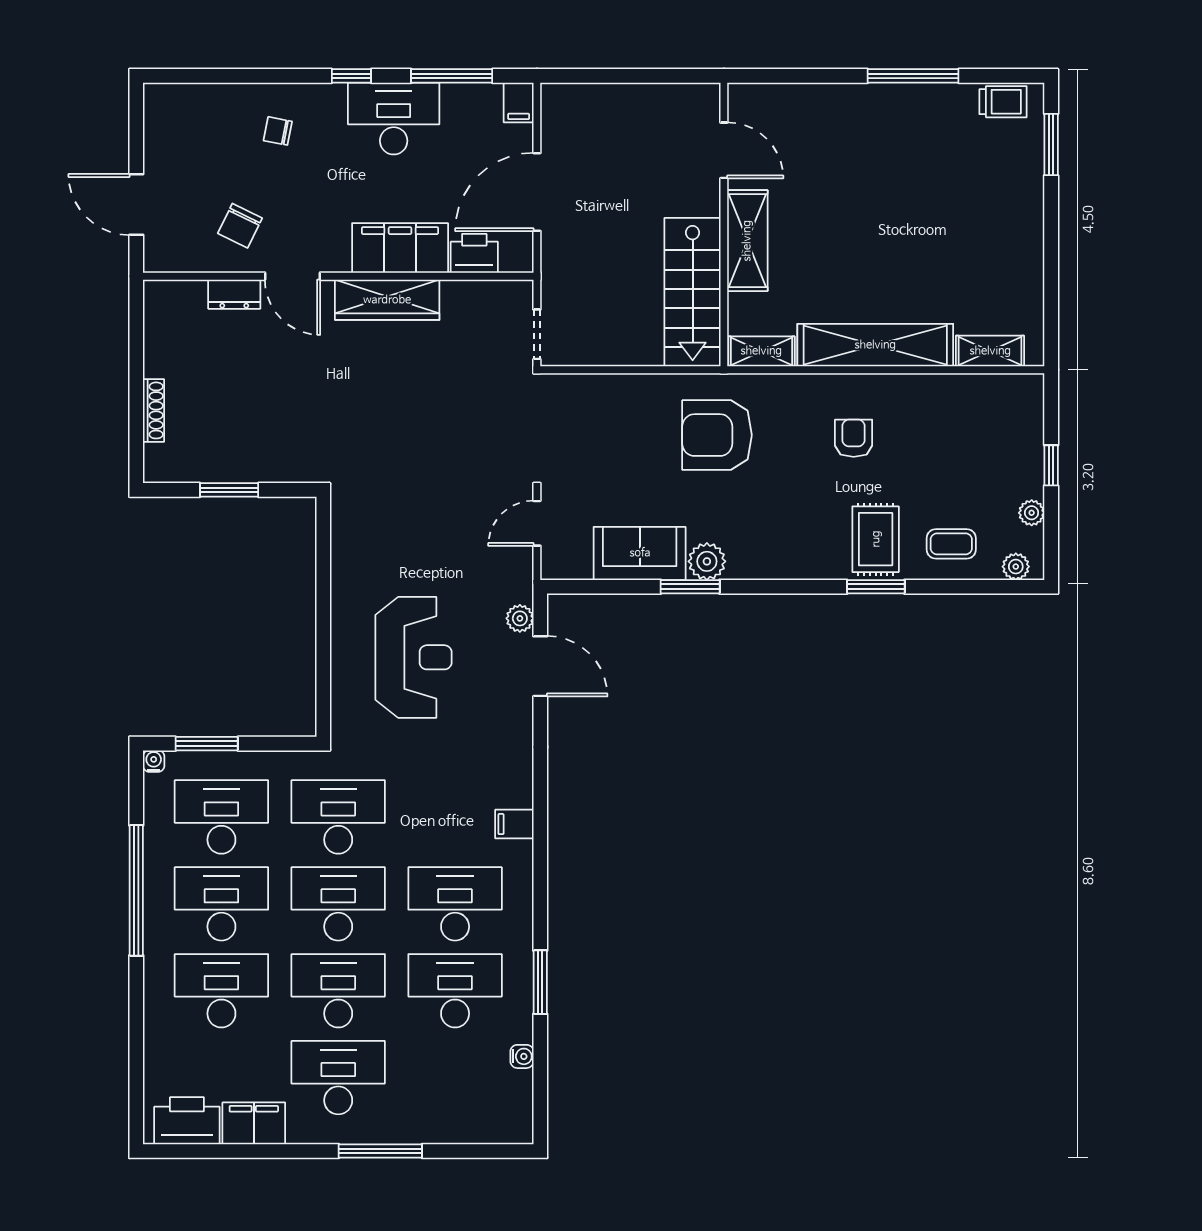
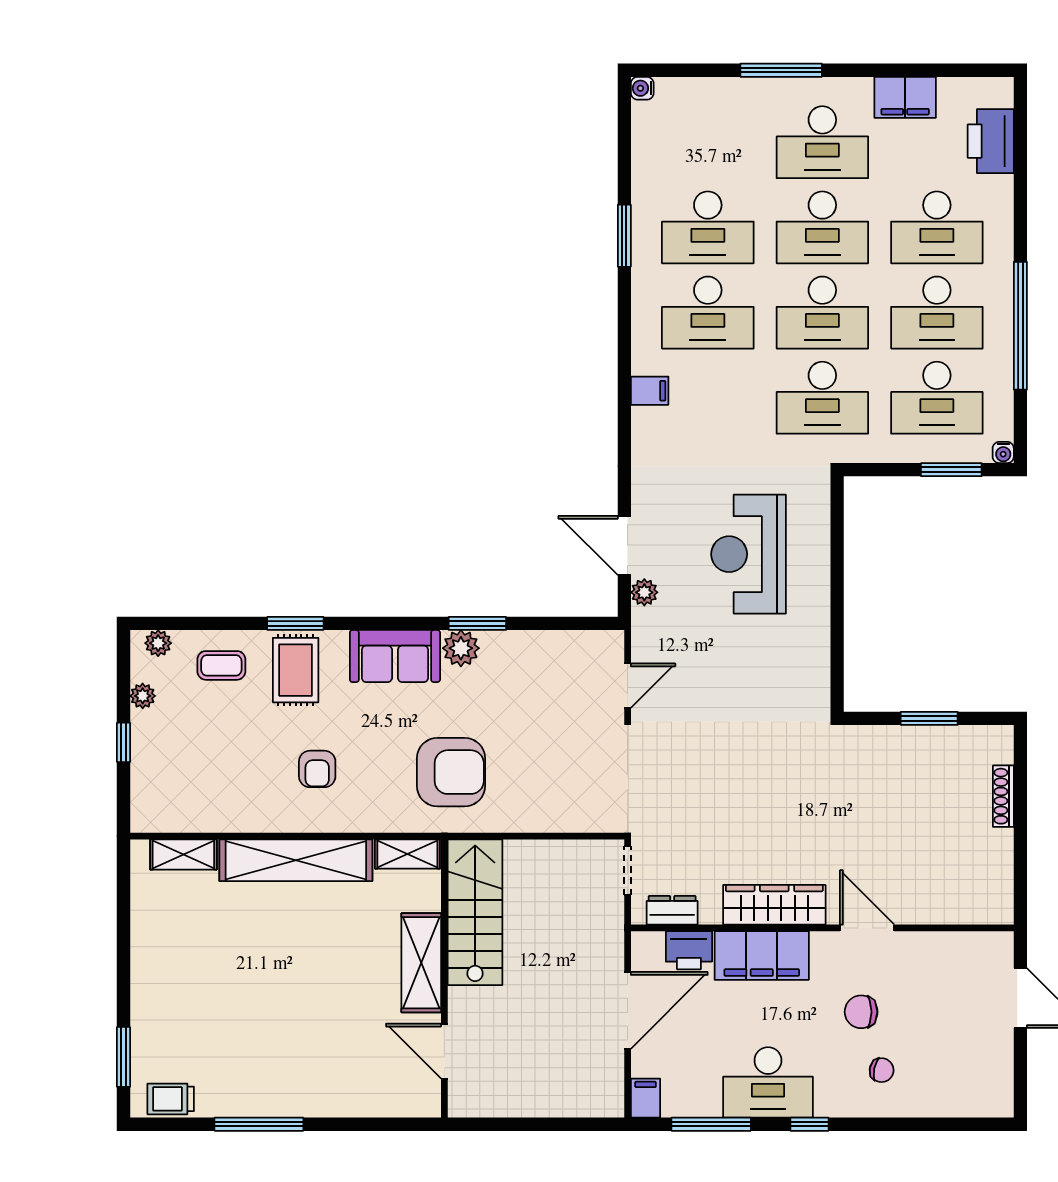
chair: (240, 226) -> (861, 1012), moved, turned -116
dresser: (234, 294) -> (672, 910), moved
sofa: (640, 553) -> (395, 656), moved
water cooler: (522, 1056) -> (642, 88), moved
printer: (187, 1121) -> (991, 141), moved, turned 90

